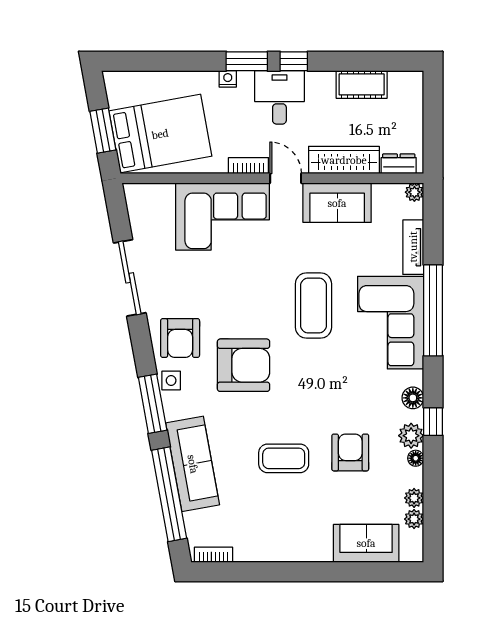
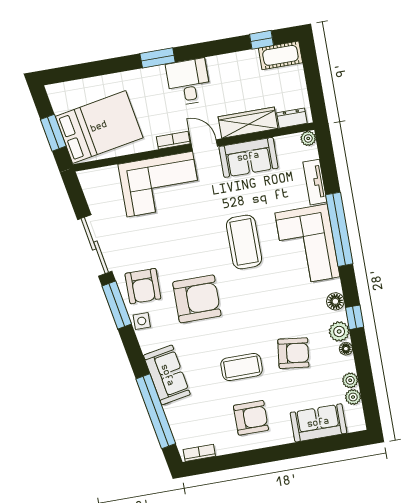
window: (294, 61) -> (261, 40), moved
nightstand: (228, 79) -> (145, 75), removed
cot: (362, 84) -> (280, 55), moved
window: (153, 404) -> (117, 305), moved
armchair: (350, 452) -> (293, 353), turned 97
sofa: (193, 464) -> (167, 375), width x0.73
armchair: (284, 523) -> (251, 418), added

